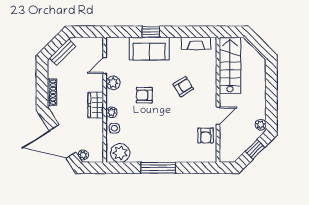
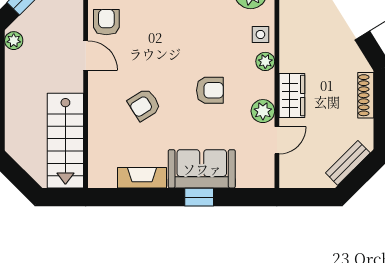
fireplace: (196, 43) -> (142, 178), moved
wardrobe: (96, 105) -> (292, 95), moved
door: (218, 116) -> (86, 56), swing flipped

